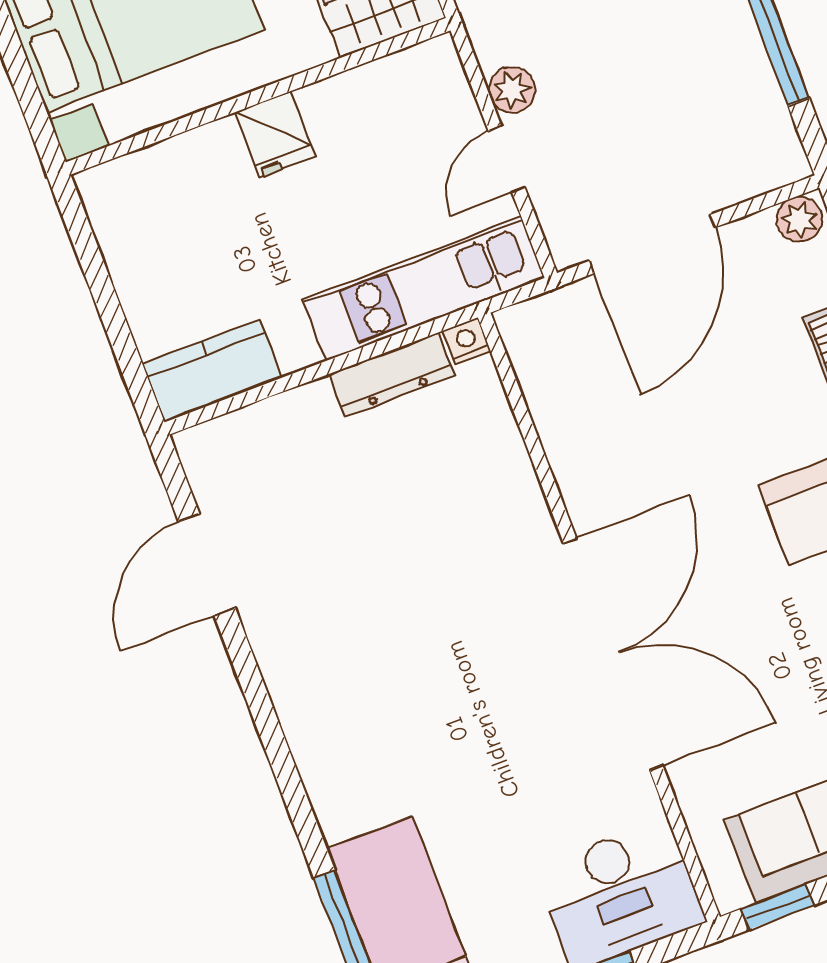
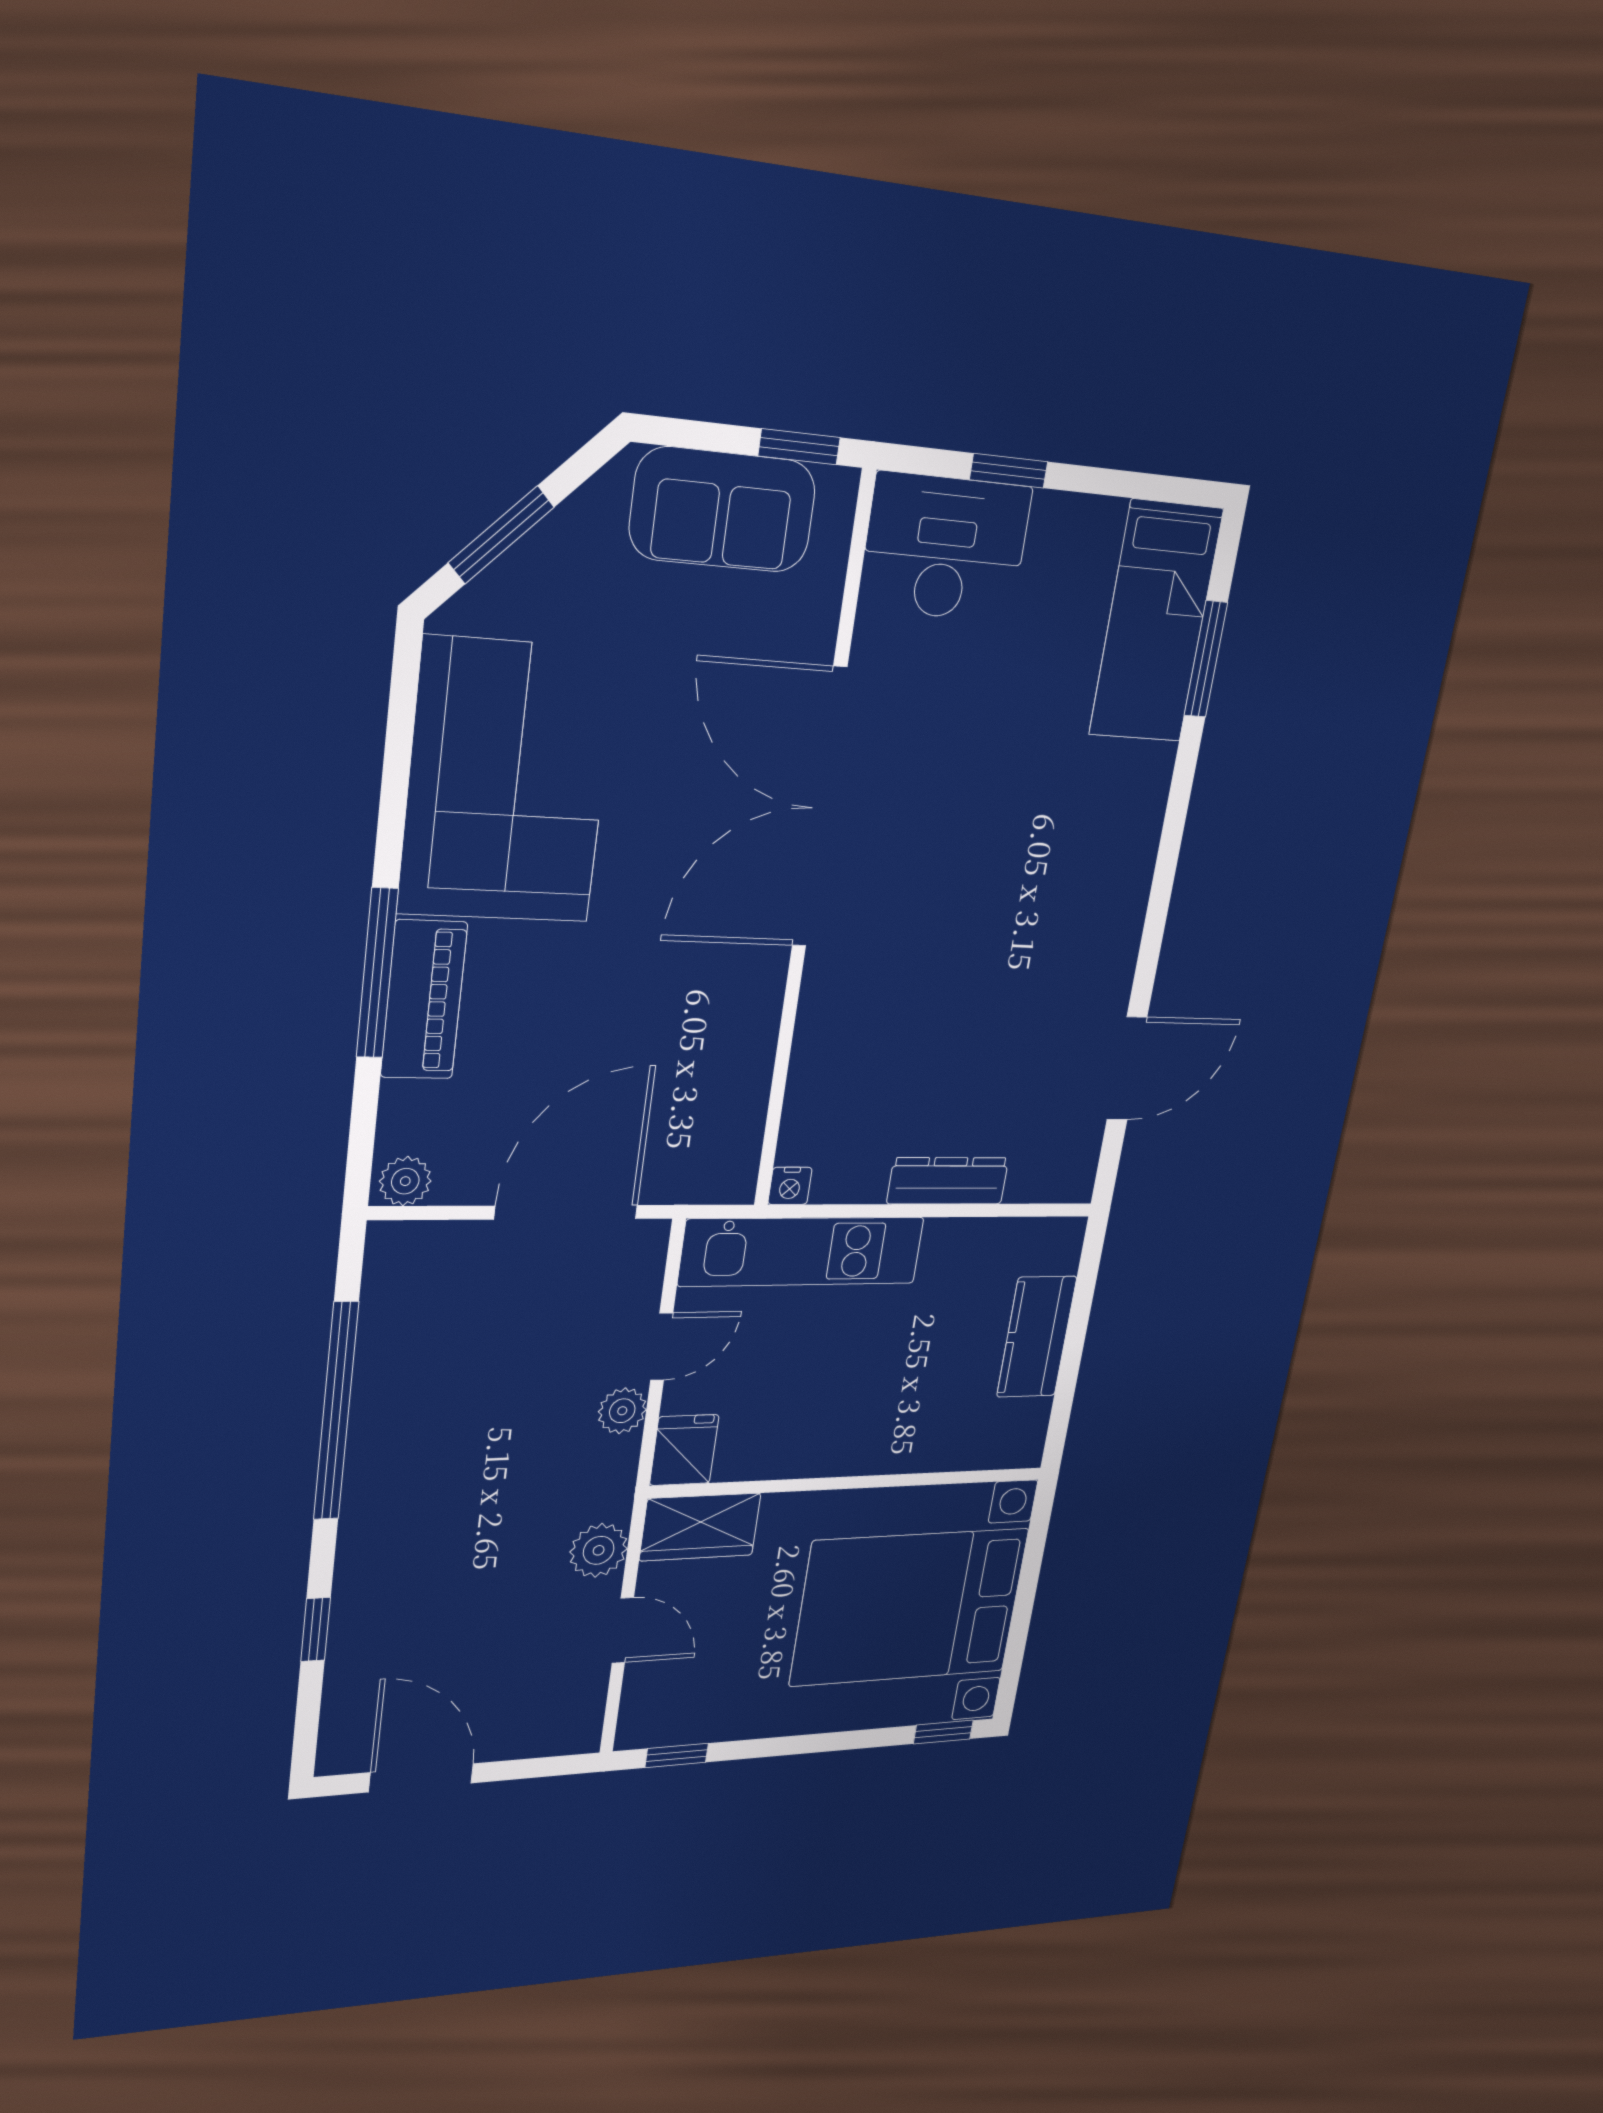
fridge: (275, 134) -> (684, 1450), moved
kitchen counter: (212, 371) -> (1037, 1337), moved, turned 90
dresser: (392, 375) -> (948, 1181), moved

